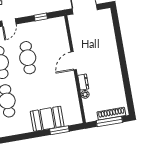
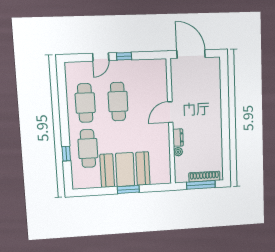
window: (41, 17) -> (124, 56), moved
booth: (47, 119) -> (125, 170), width x1.36, depth x1.42
window: (59, 130) -> (128, 189), moved

